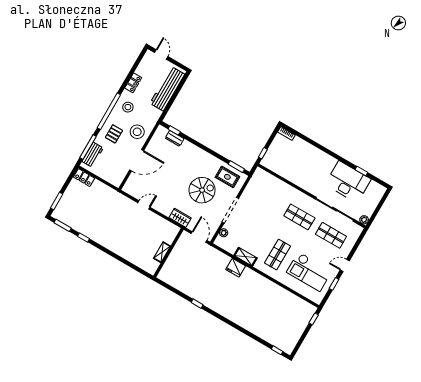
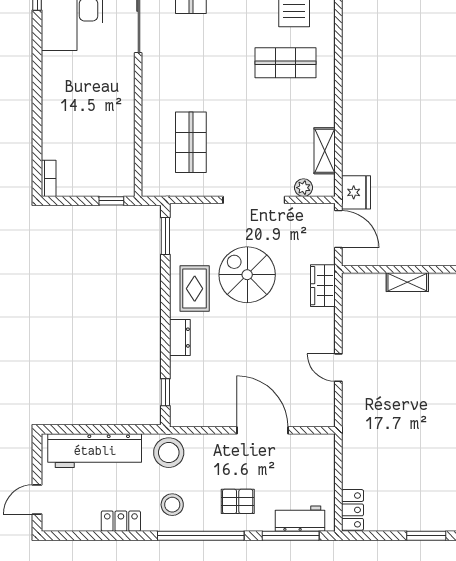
stool: (137, 132) -> (169, 453), moved
dresser: (175, 138) -> (180, 338), moved
rug: (227, 177) -> (195, 289), moved
shop shelf: (299, 217) -> (191, 142), moved
door: (199, 237) -> (338, 229), swing flipped
shelving: (246, 257) -> (325, 151), moved
fridge: (236, 268) -> (356, 192), moved

